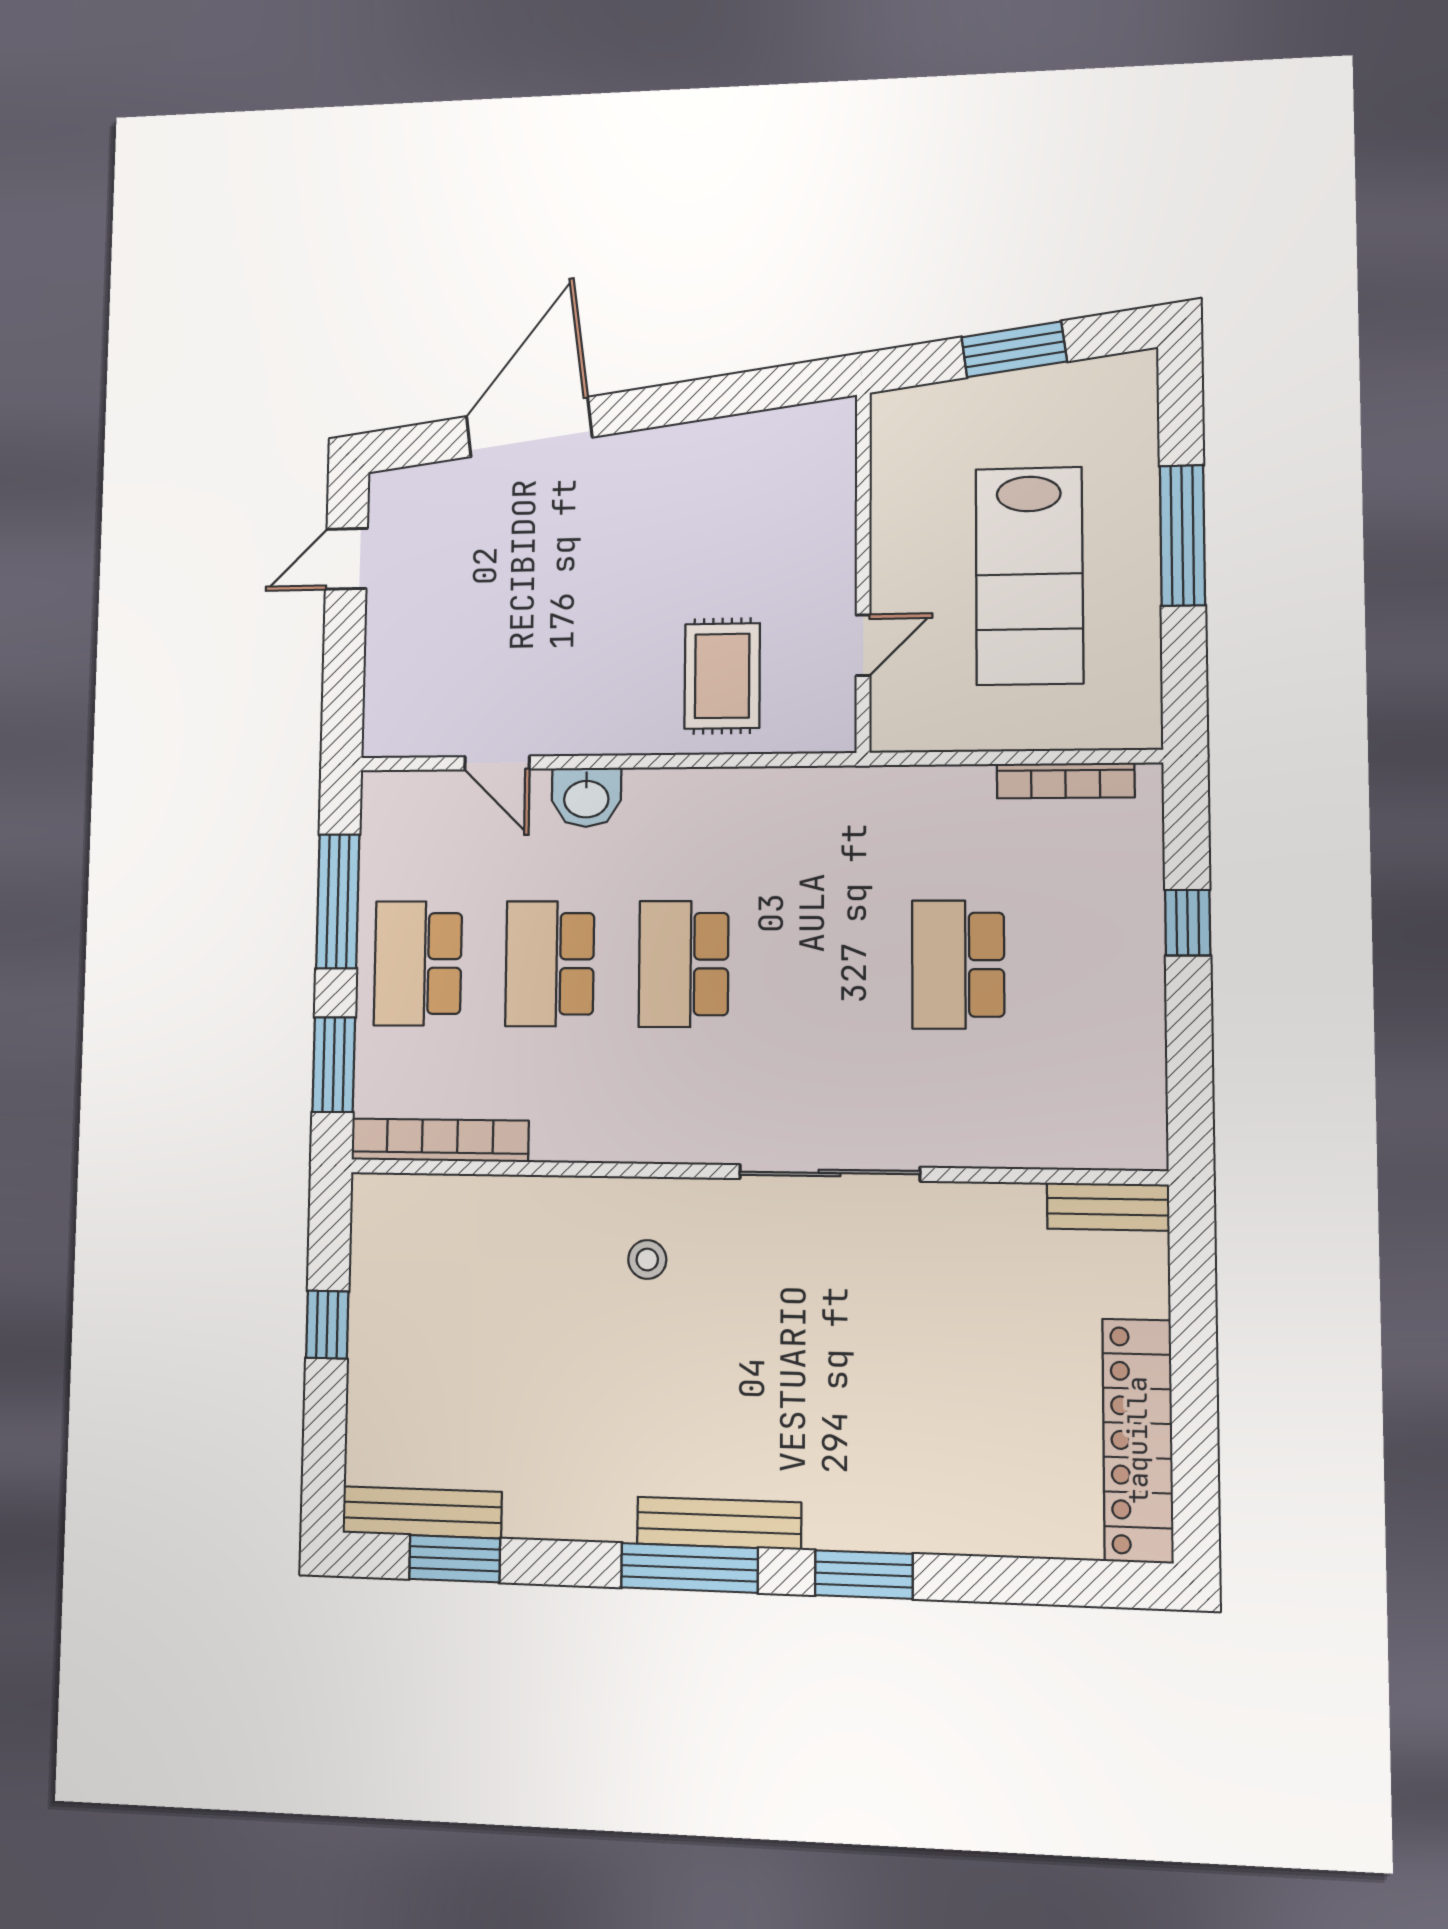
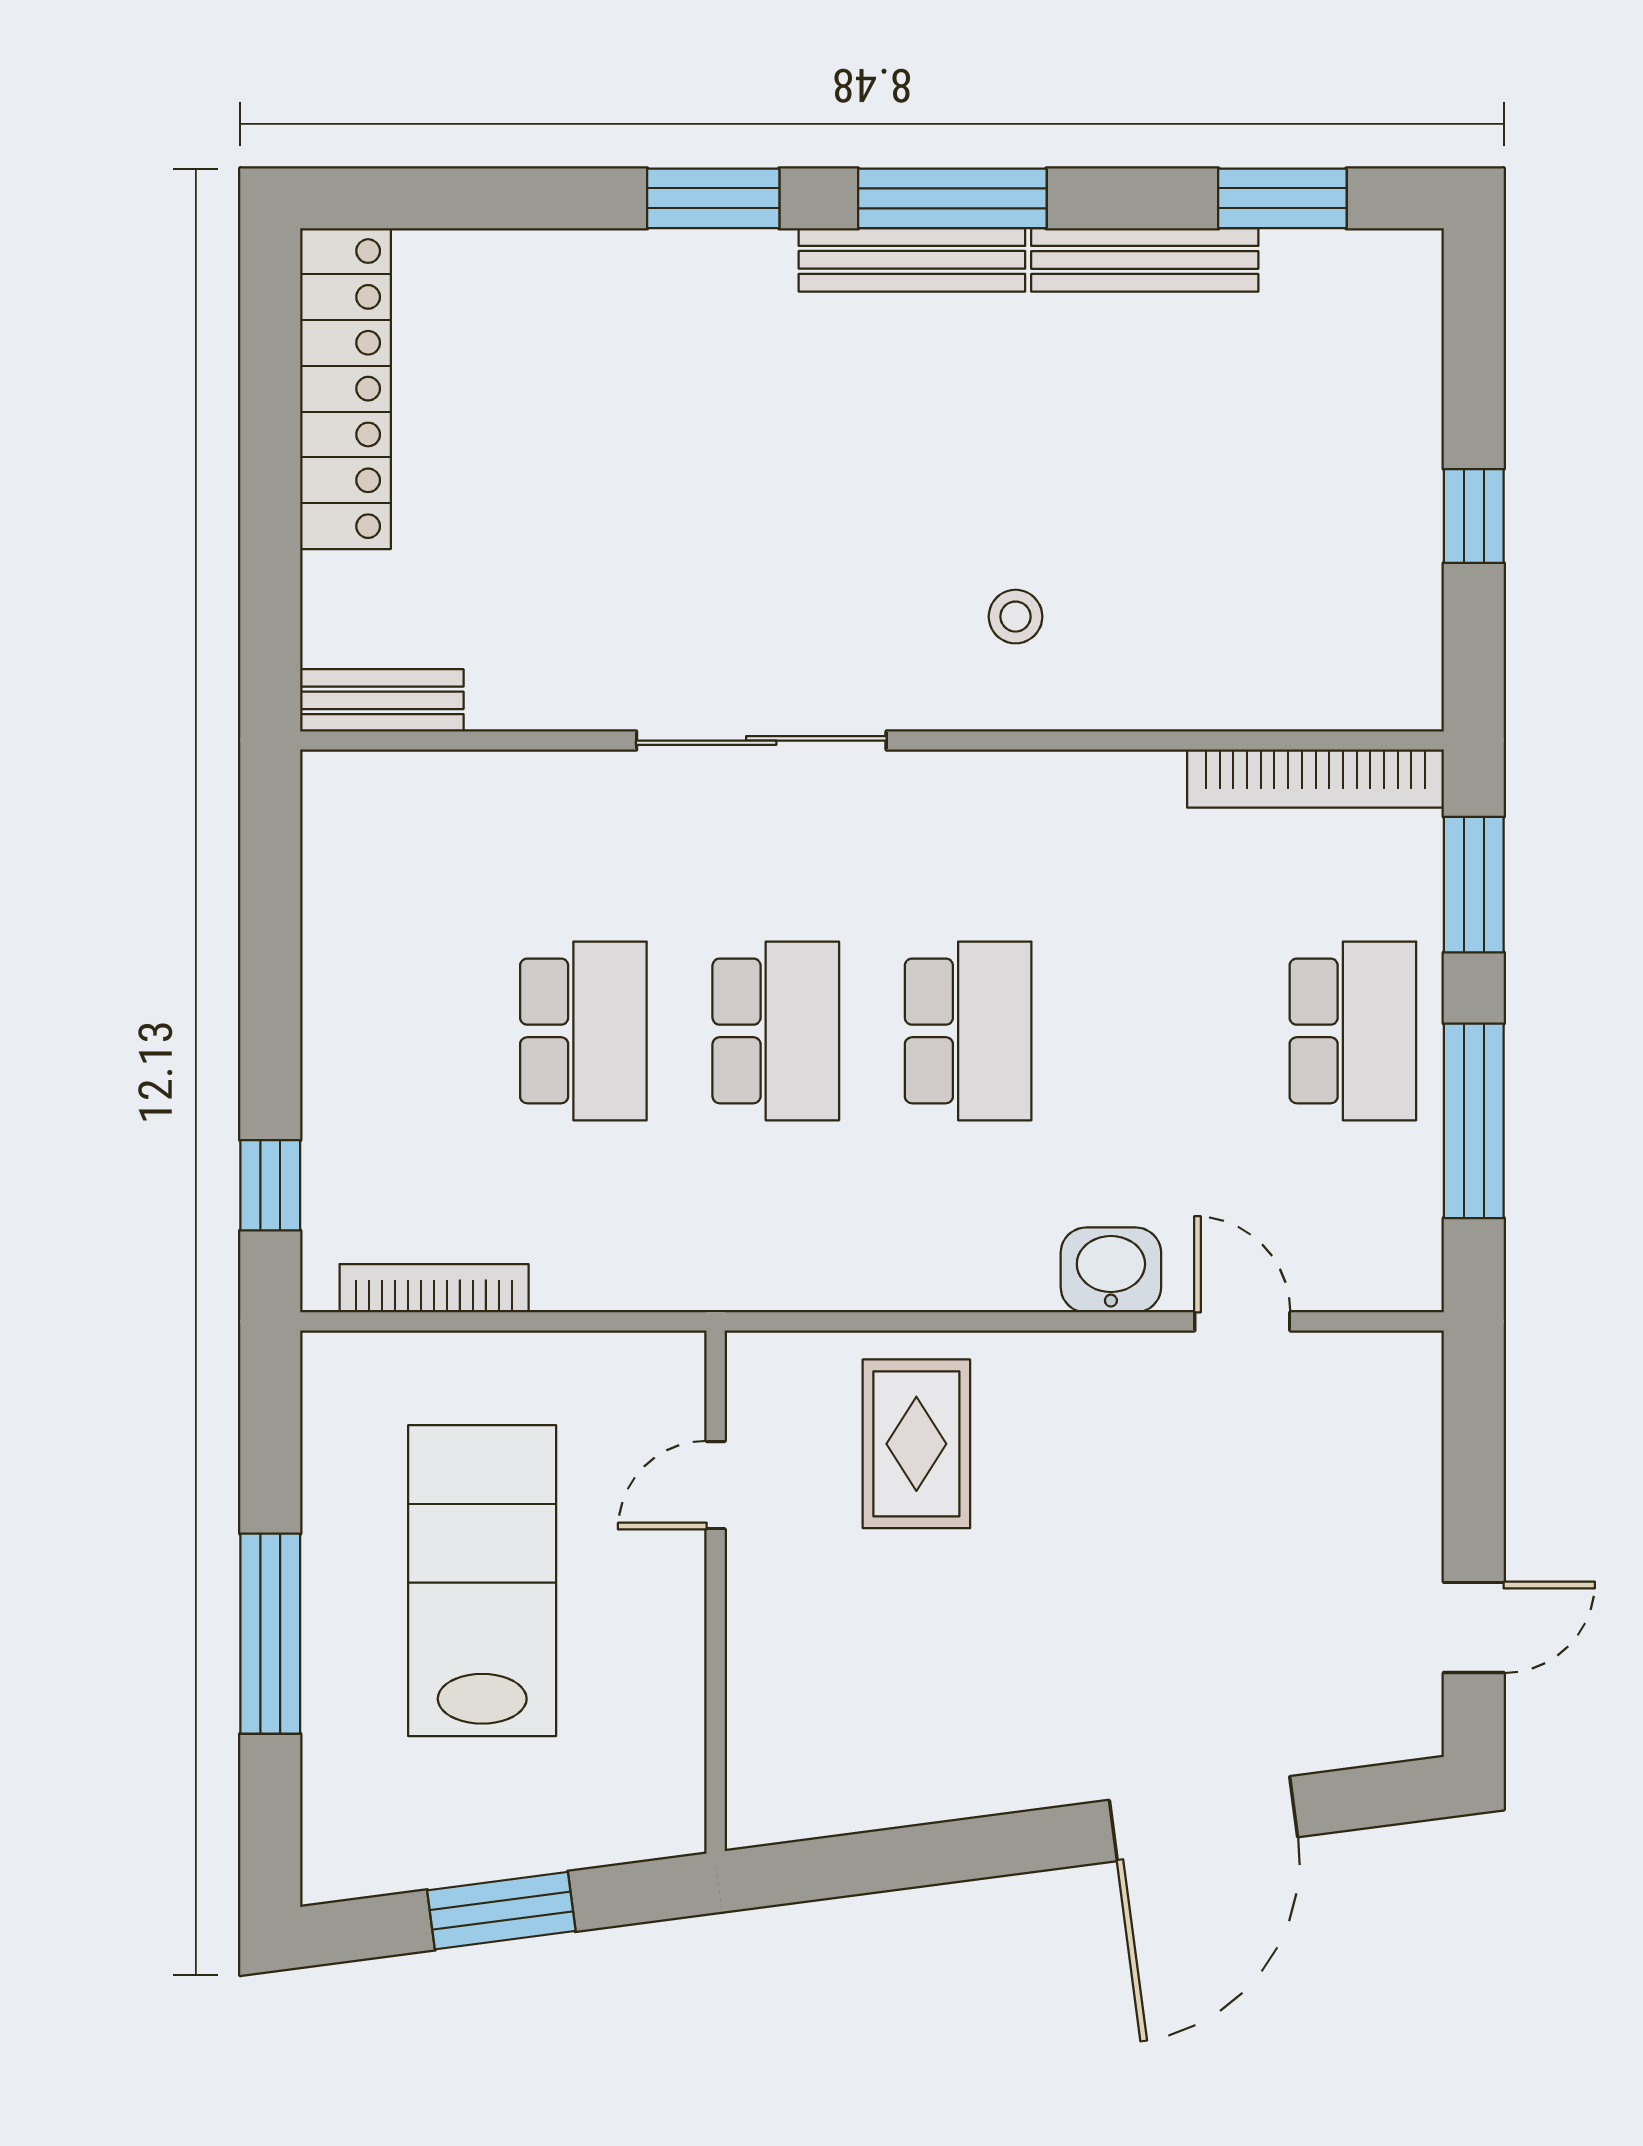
window: (1188, 923) -> (270, 1185), moved
school desk: (550, 964) -> (776, 1031), moved
bench: (422, 1512) -> (1145, 260), moved

